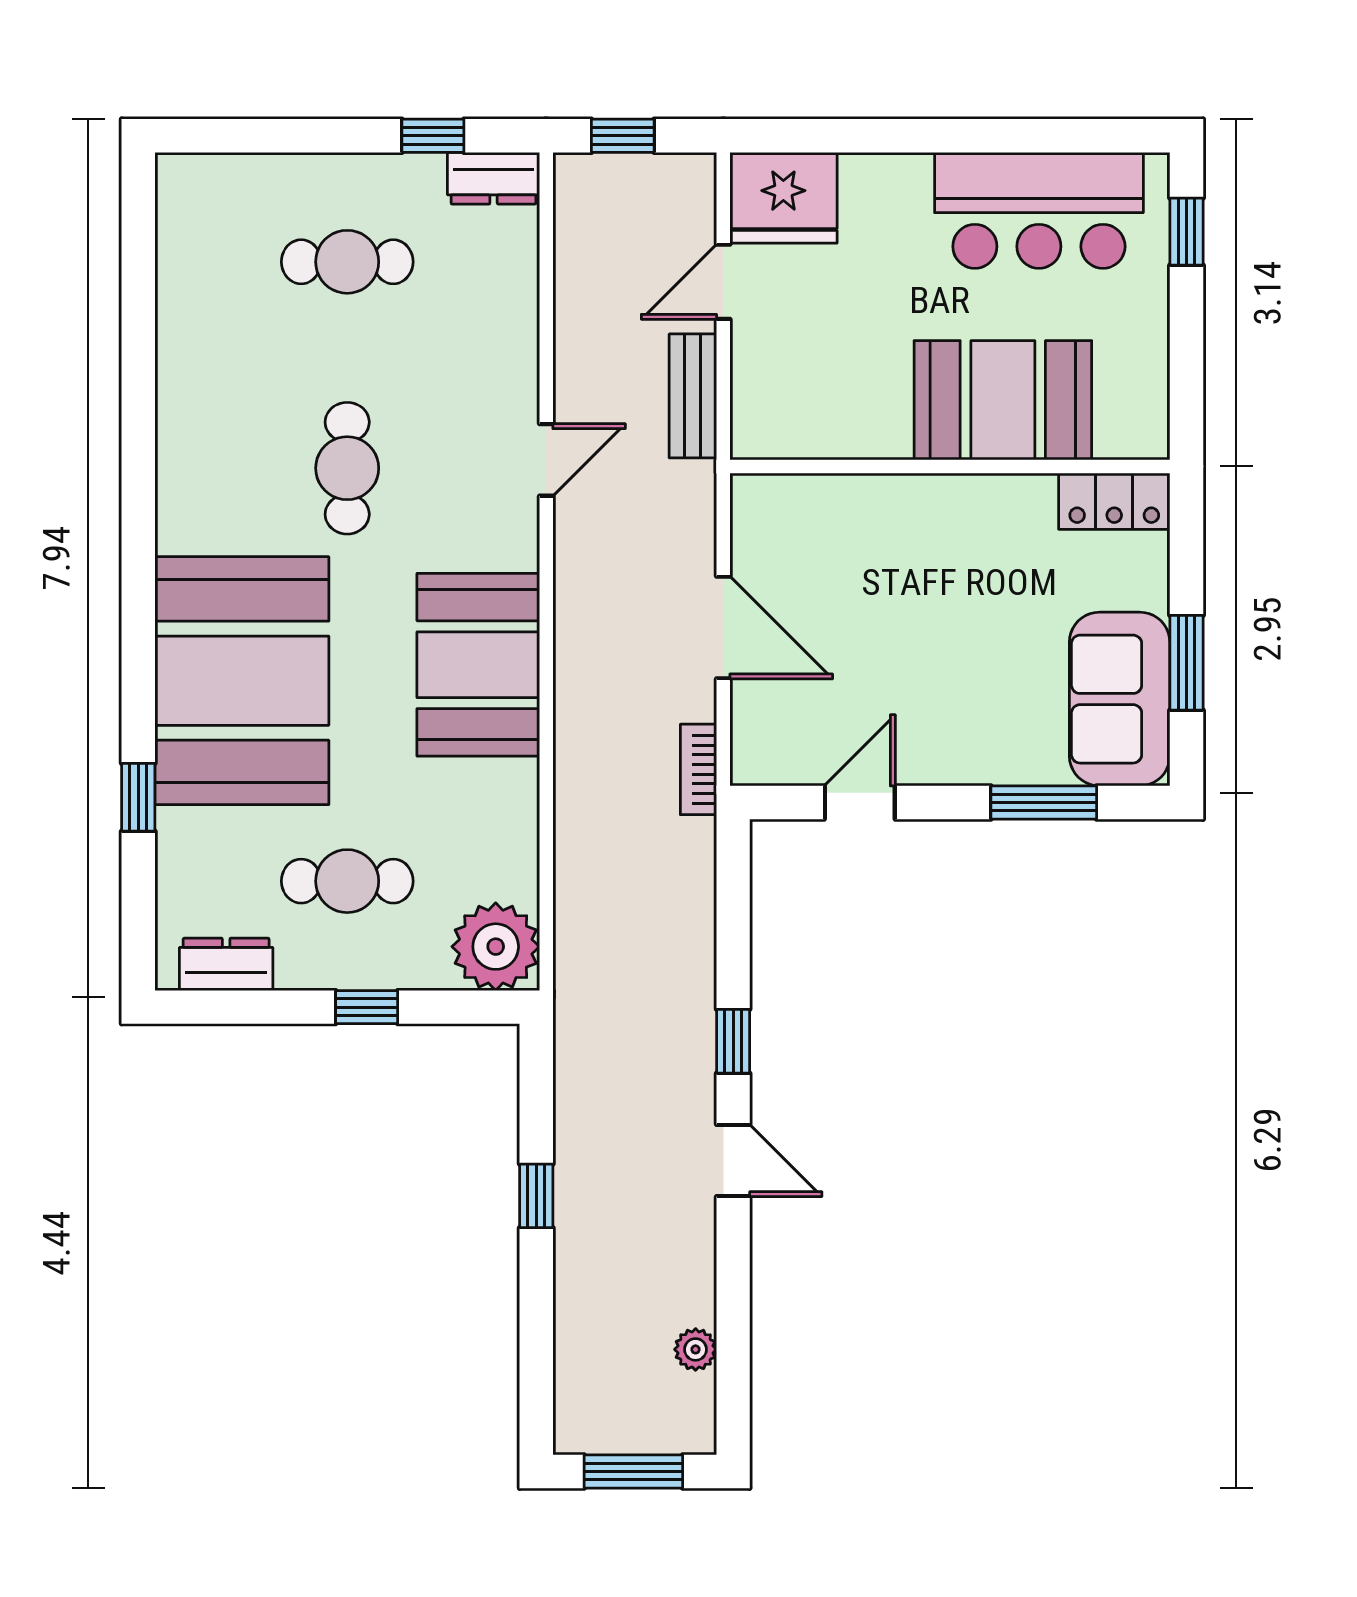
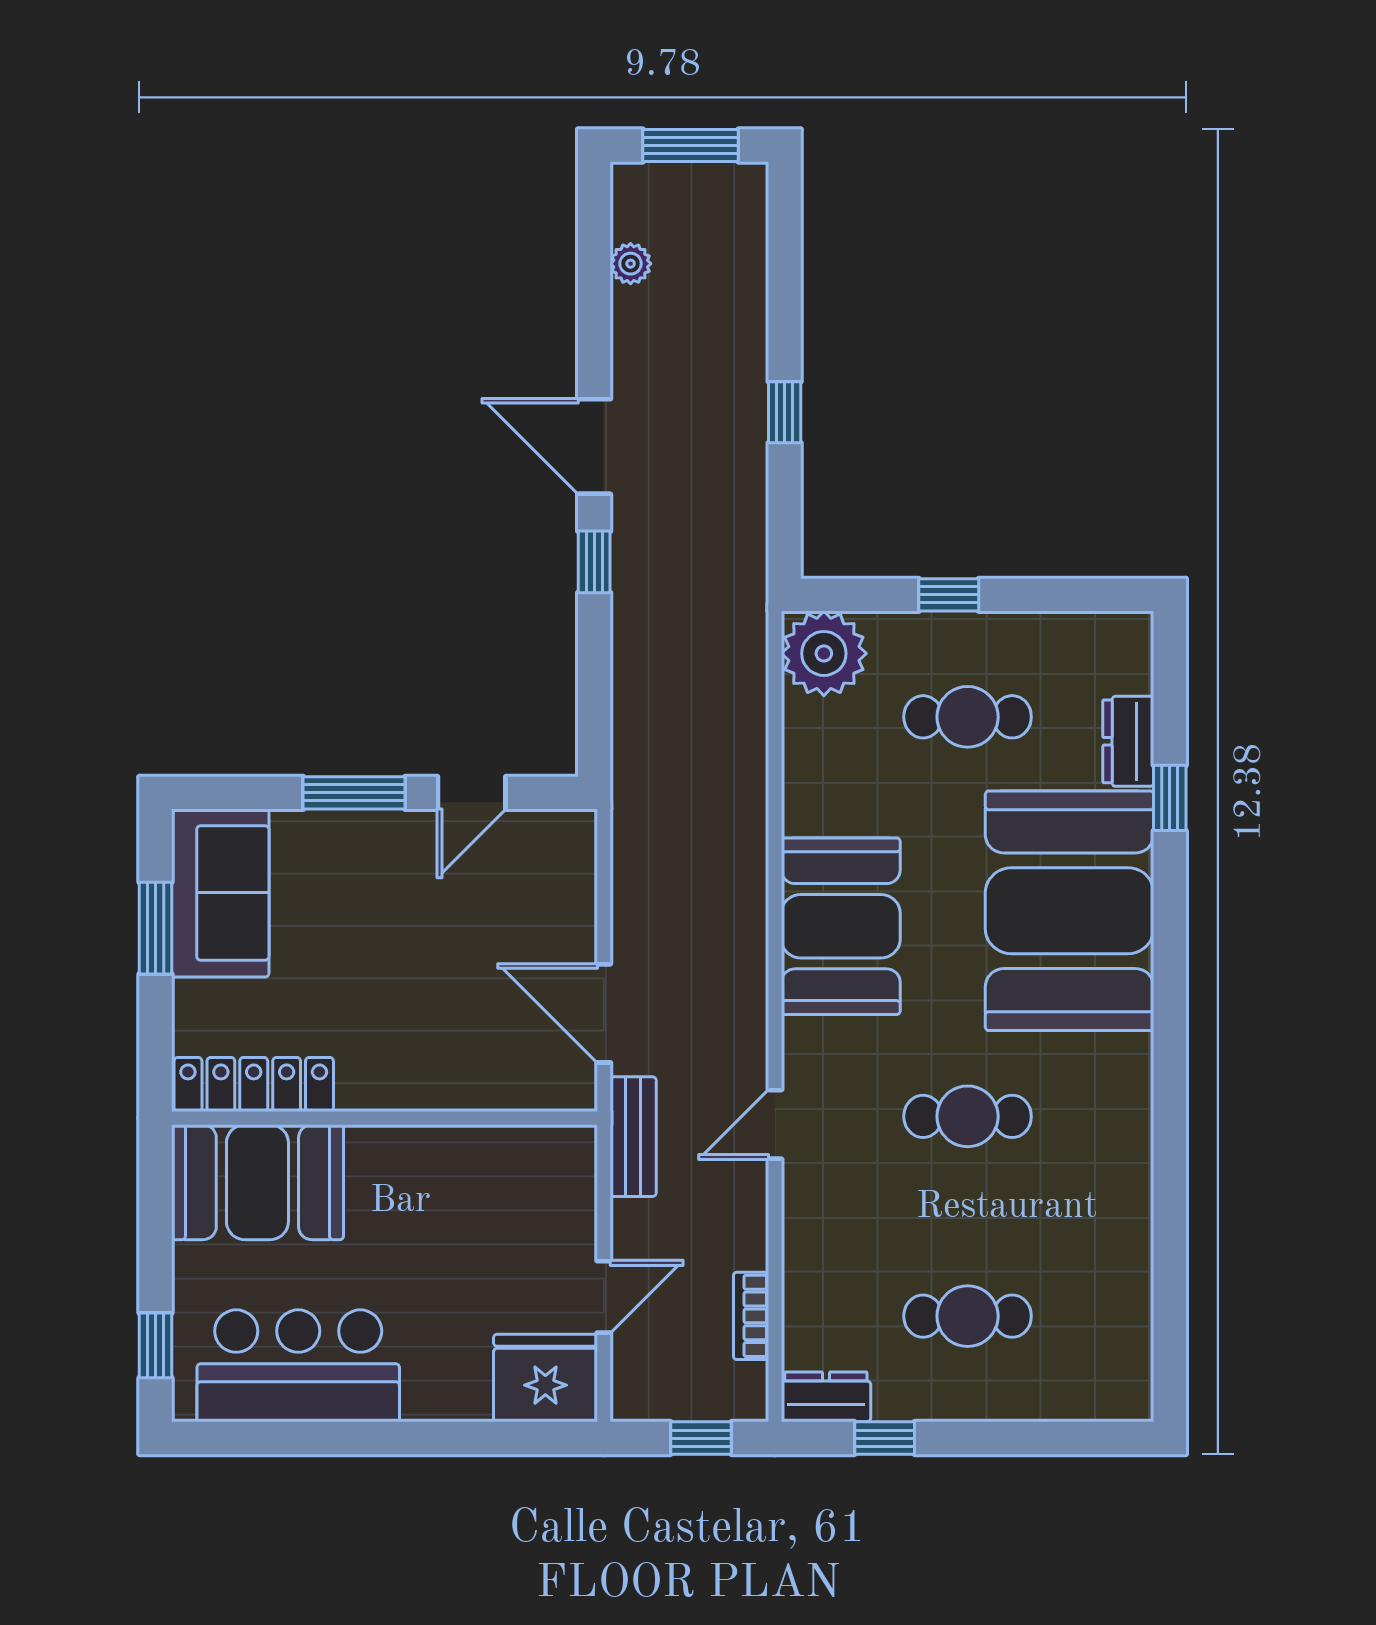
bench: (693, 396) -> (633, 1137), moved
booth: (1003, 400) -> (257, 1182), moved
cafe table: (347, 468) -> (968, 1116), turned 90
locker: (1114, 501) -> (254, 1084), width x1.53
door: (723, 628) -> (604, 1013), moved
bookcase: (698, 769) -> (751, 1316), moved, turned 180
window: (1044, 803) -> (354, 793), moved
dresser: (226, 964) -> (1128, 741), moved, turned 90
door: (733, 1161) -> (594, 446), width x1.38

